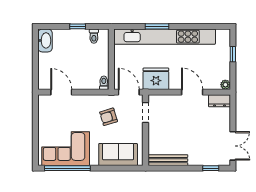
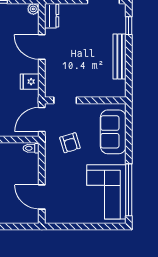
fridge: (156, 79) -> (30, 82), width x0.53, depth x0.75
door: (61, 92) -> (42, 197), hinge flipped
door: (192, 92) -> (42, 47), hinge flipped
bench: (168, 160) -> (120, 56), moved

